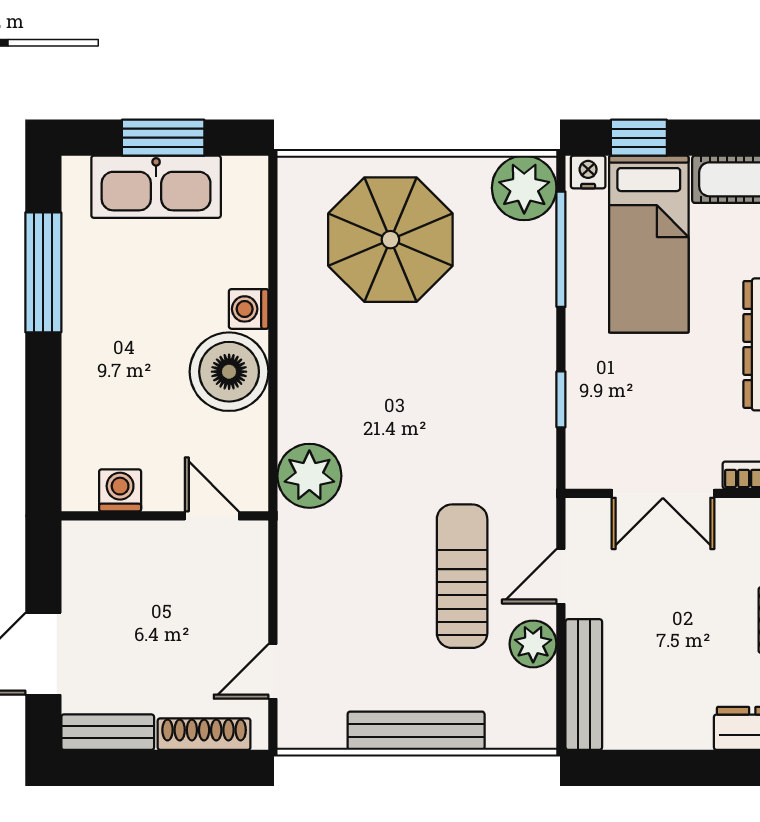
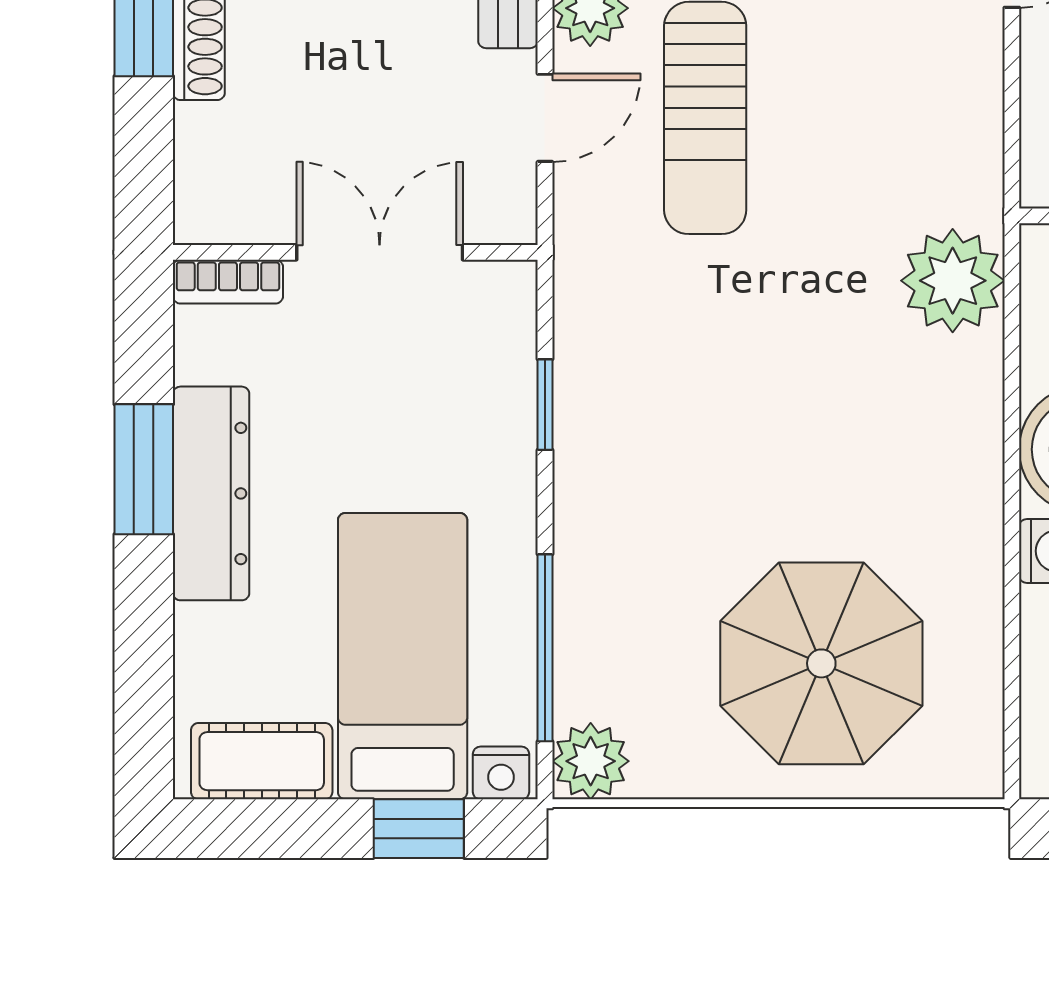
plant: (524, 188) -> (591, 761), width x0.73, depth x0.73

